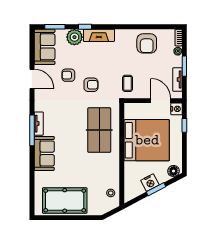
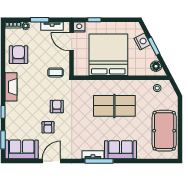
fireplace: (99, 35) -> (11, 87), moved
plant: (74, 37) -> (13, 122), removed
armchair: (147, 43) -> (19, 55), turned -90
door: (161, 101) -> (72, 42), hinge flipped
table tennis table: (99, 130) -> (114, 106), moved
floor lamp: (173, 171) -> (156, 66), moved
nightstand: (150, 183) -> (142, 41), moved

